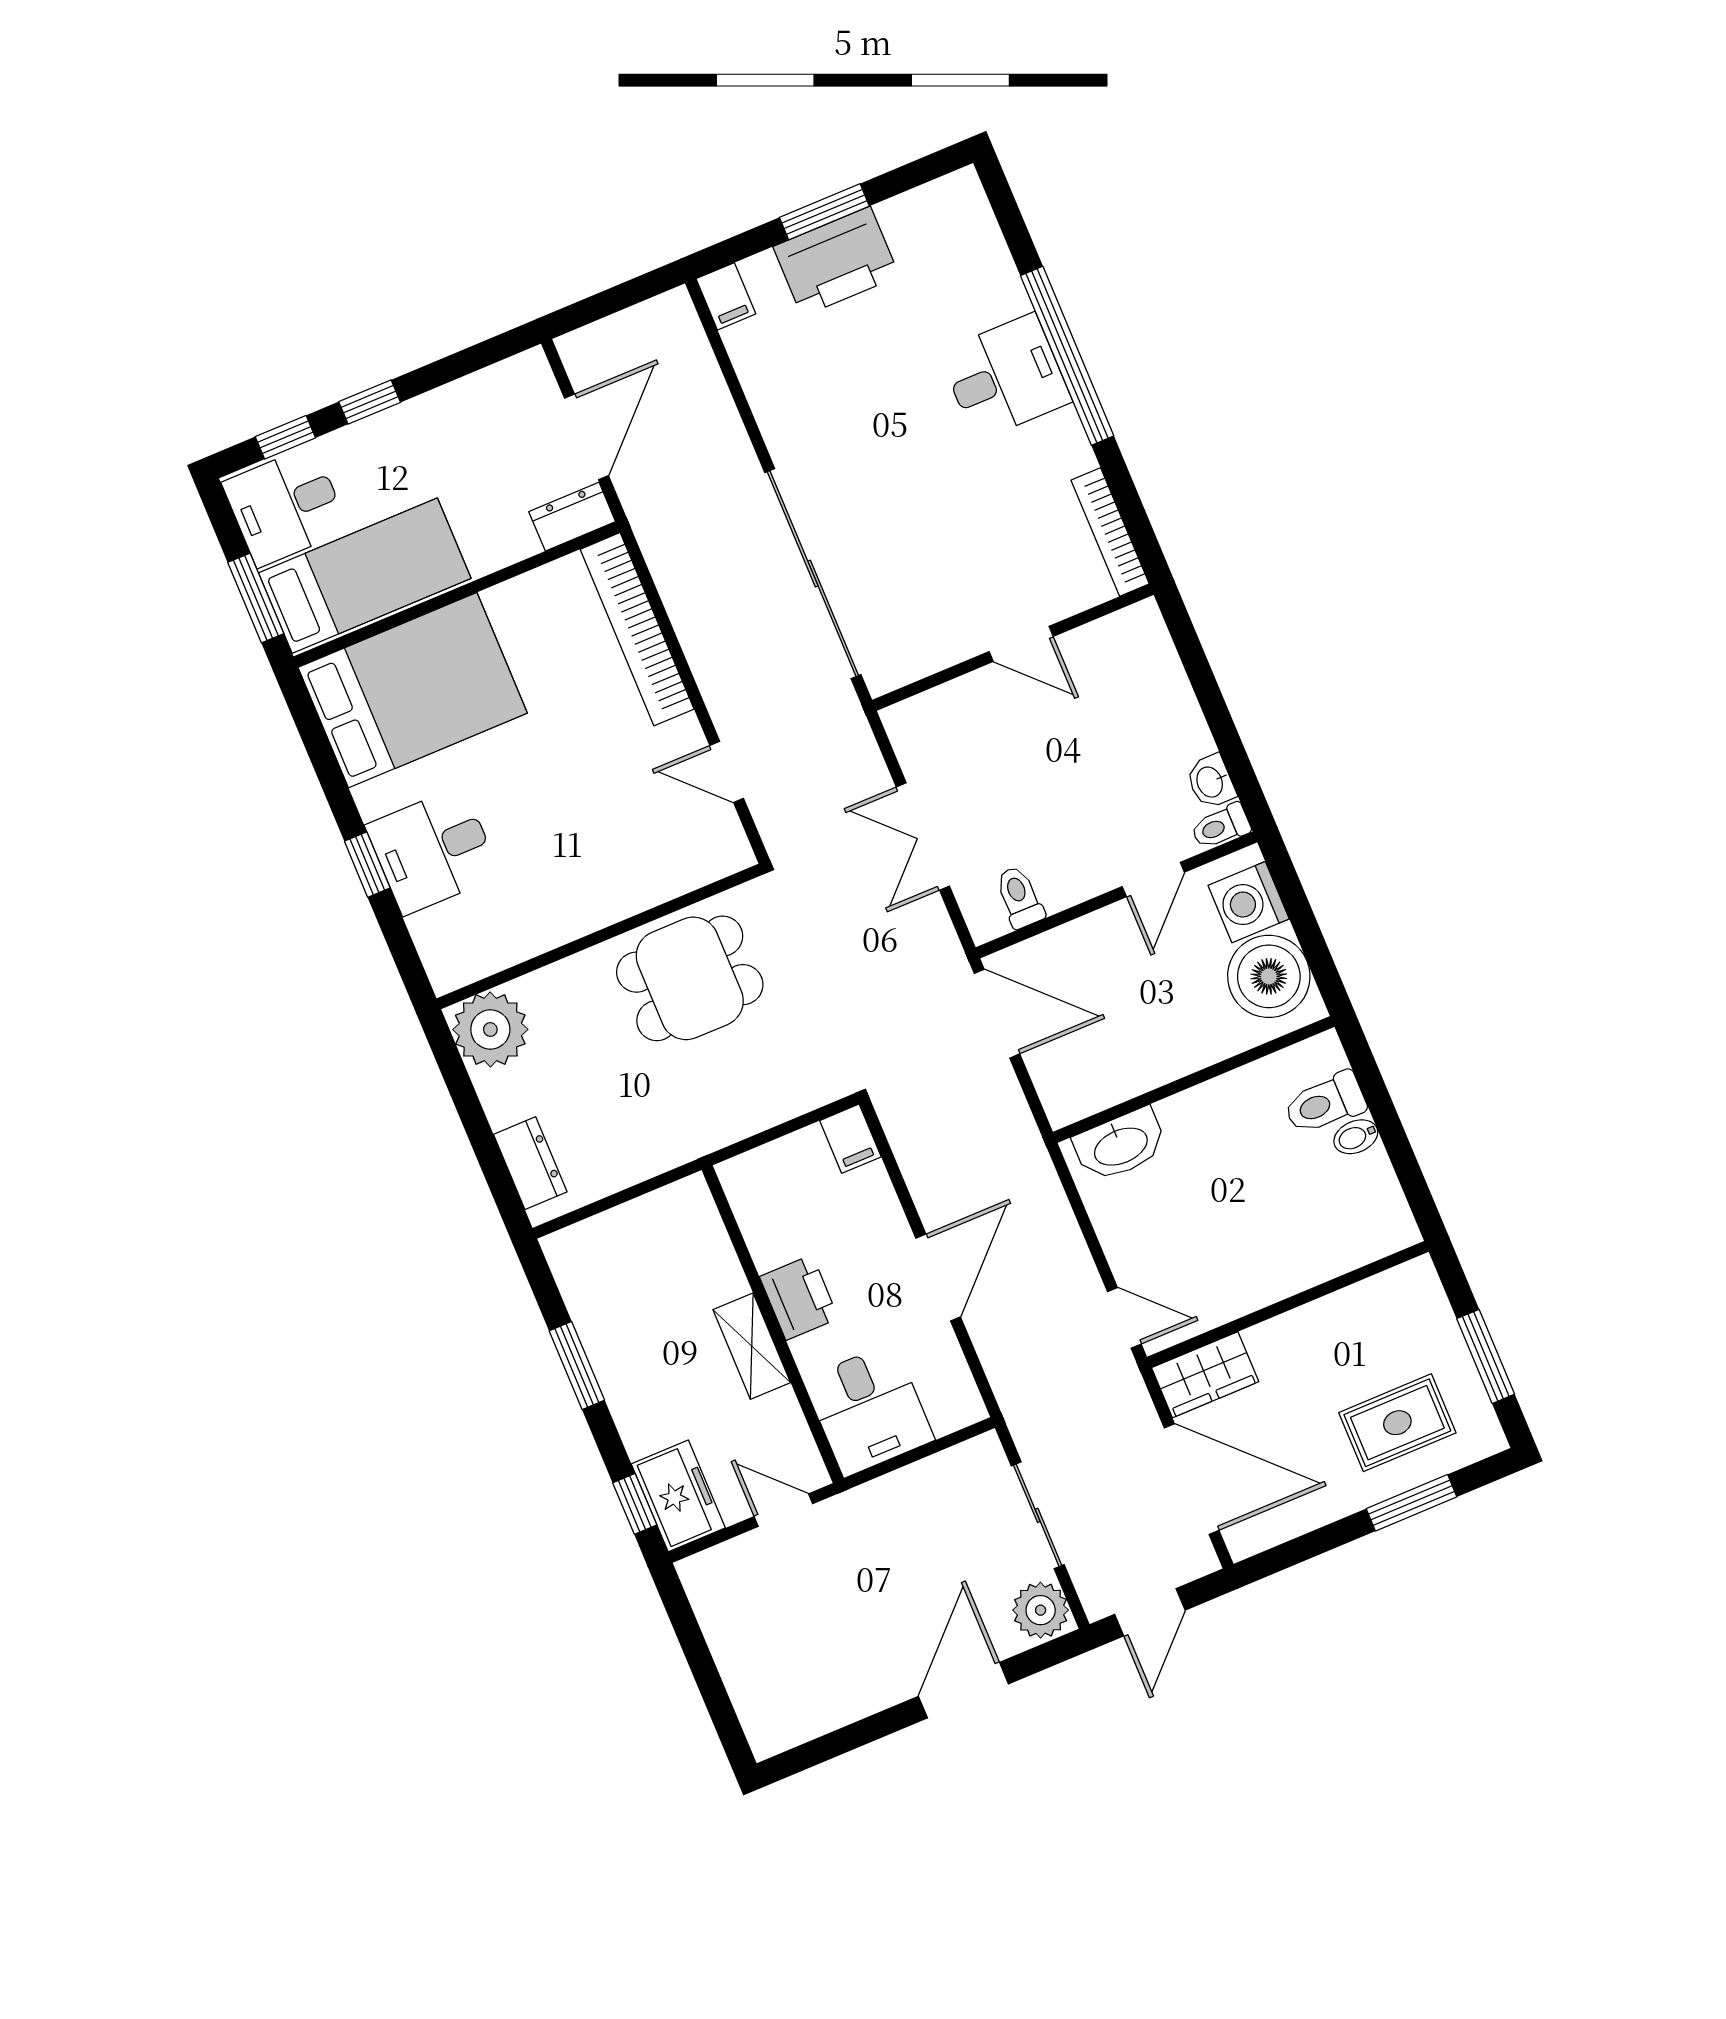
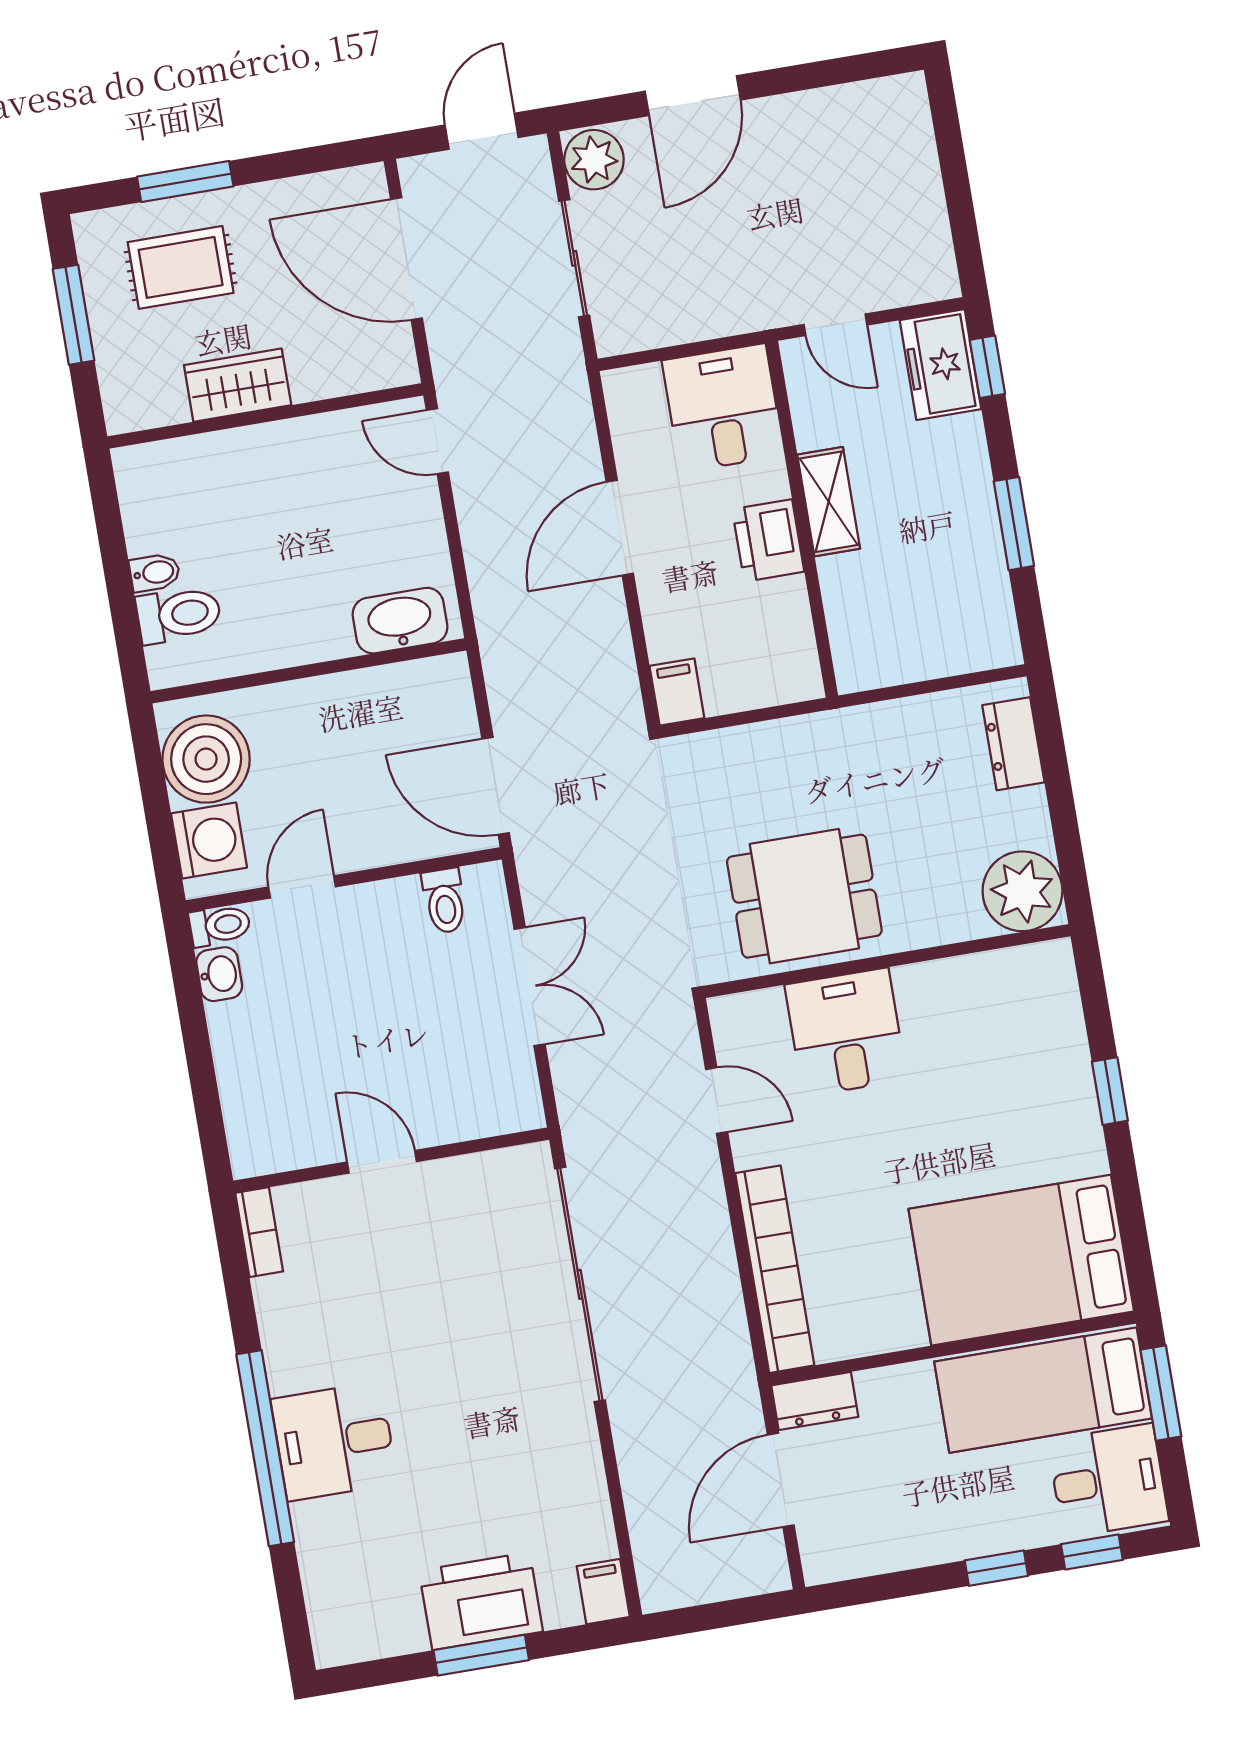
bookcase: (1110, 532) -> (259, 1232), width x0.64
desk: (433, 850) -> (846, 1032), moved, turned -90
wardrobe: (1205, 1375) -> (238, 385), moved

